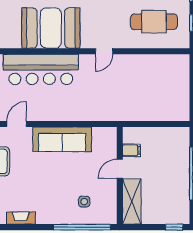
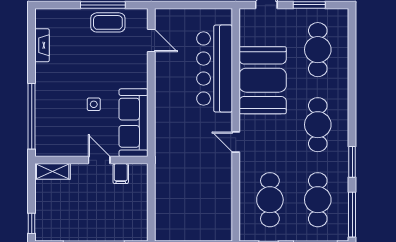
sofa: (62, 139) -> (134, 123), moved
shelving: (132, 201) -> (53, 171), width x0.67, depth x0.75
side table: (84, 202) -> (94, 104), moved

